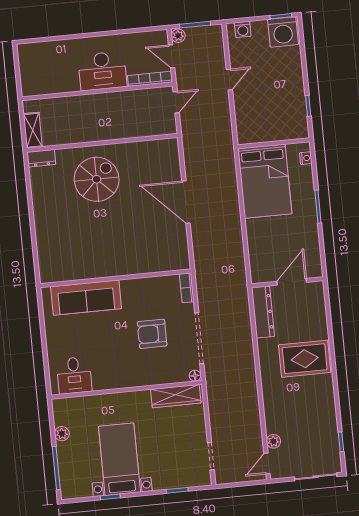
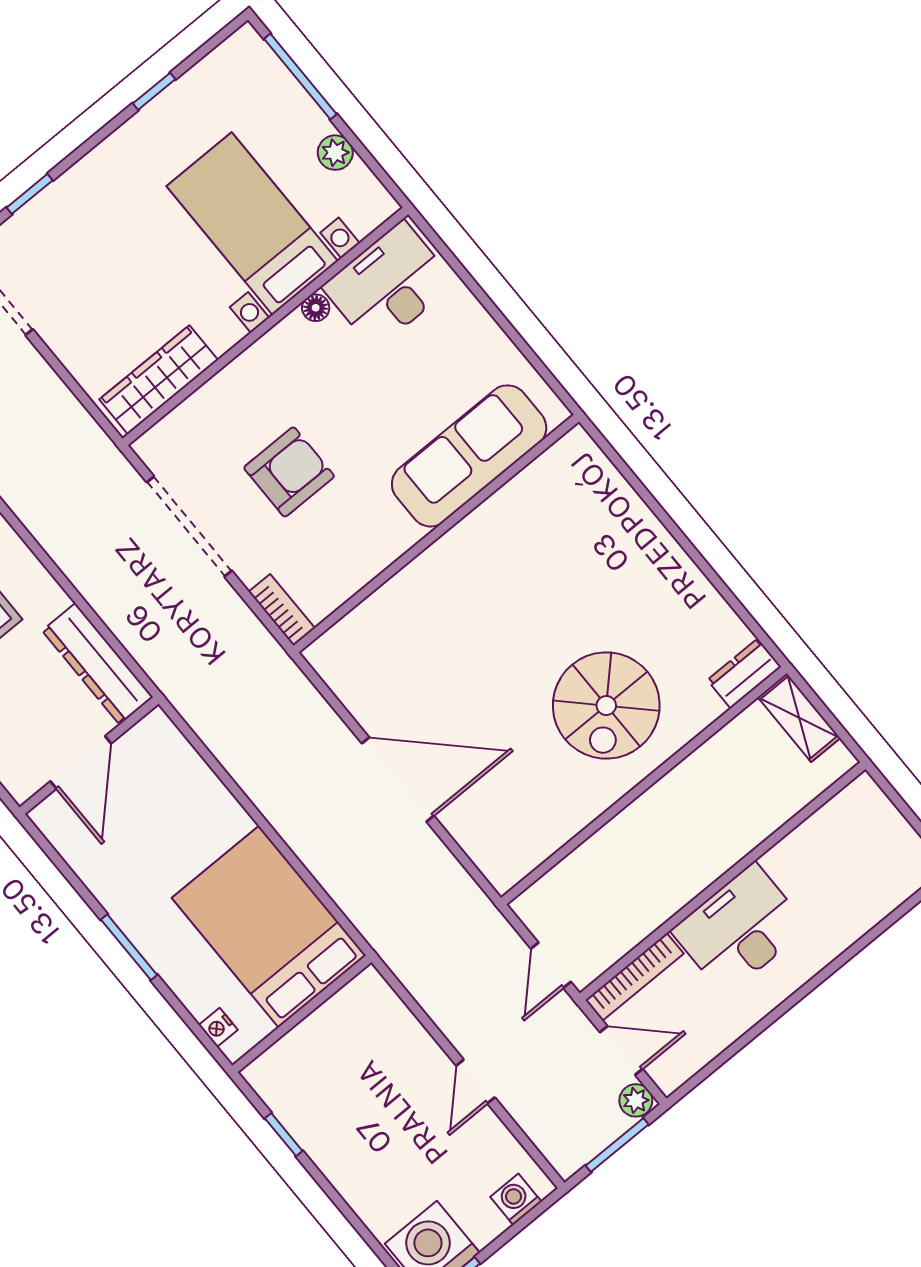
desk: (74, 375) -> (389, 285), width x1.37
floor lamp: (195, 376) -> (316, 308), moved
bed with nightstands: (119, 459) -> (252, 224), moved, turned 180

